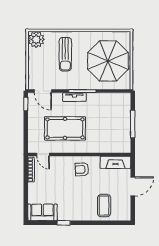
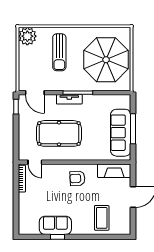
sofa: (121, 128) -> (121, 133), added
sofa: (42, 212) -> (55, 225), moved

